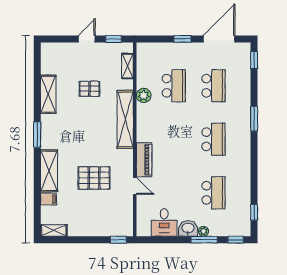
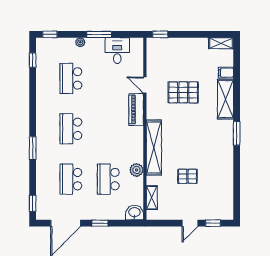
window: (113, 39) -> (213, 223), moved
shelving: (48, 94) -> (226, 171), removed
washbasin: (188, 228) -> (135, 213), moved, turned 180
window: (204, 240) -> (99, 34), moved

